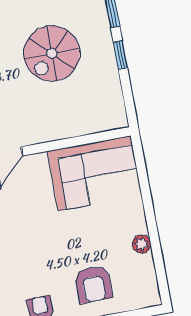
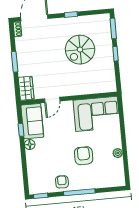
armchair: (93, 284) -> (84, 156), moved, turned 180

